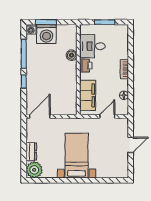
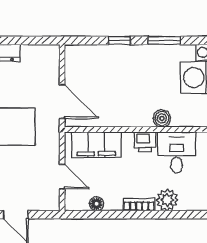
plant: (122, 52) -> (167, 200), added
window: (24, 54) -> (164, 41), width x0.69
door: (40, 116) -> (62, 102), moved

